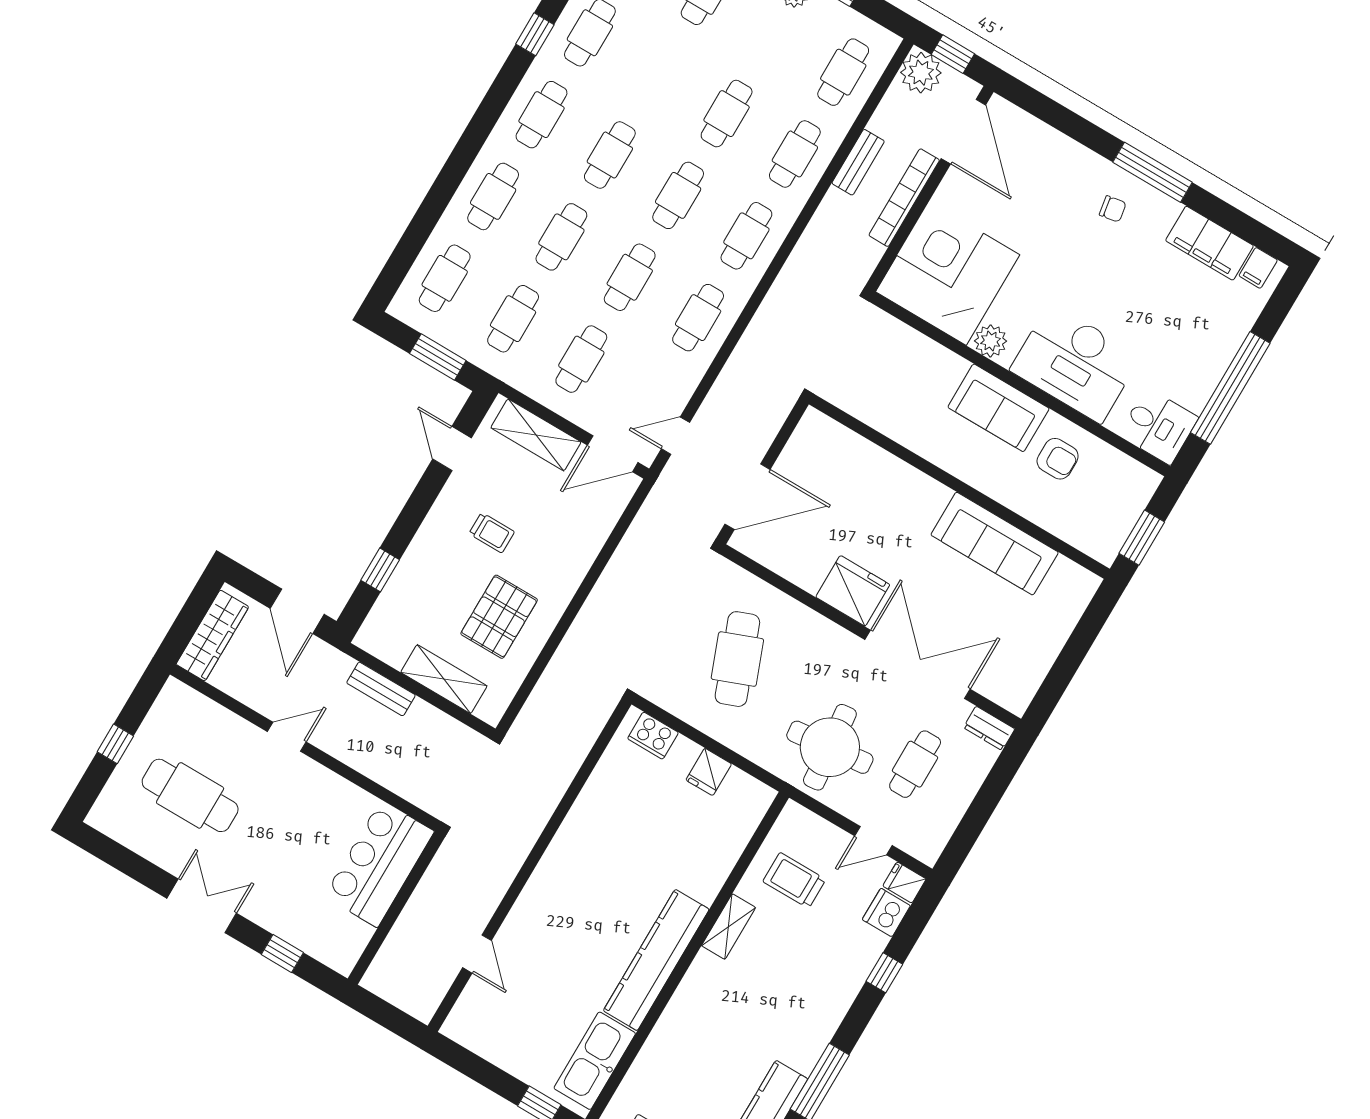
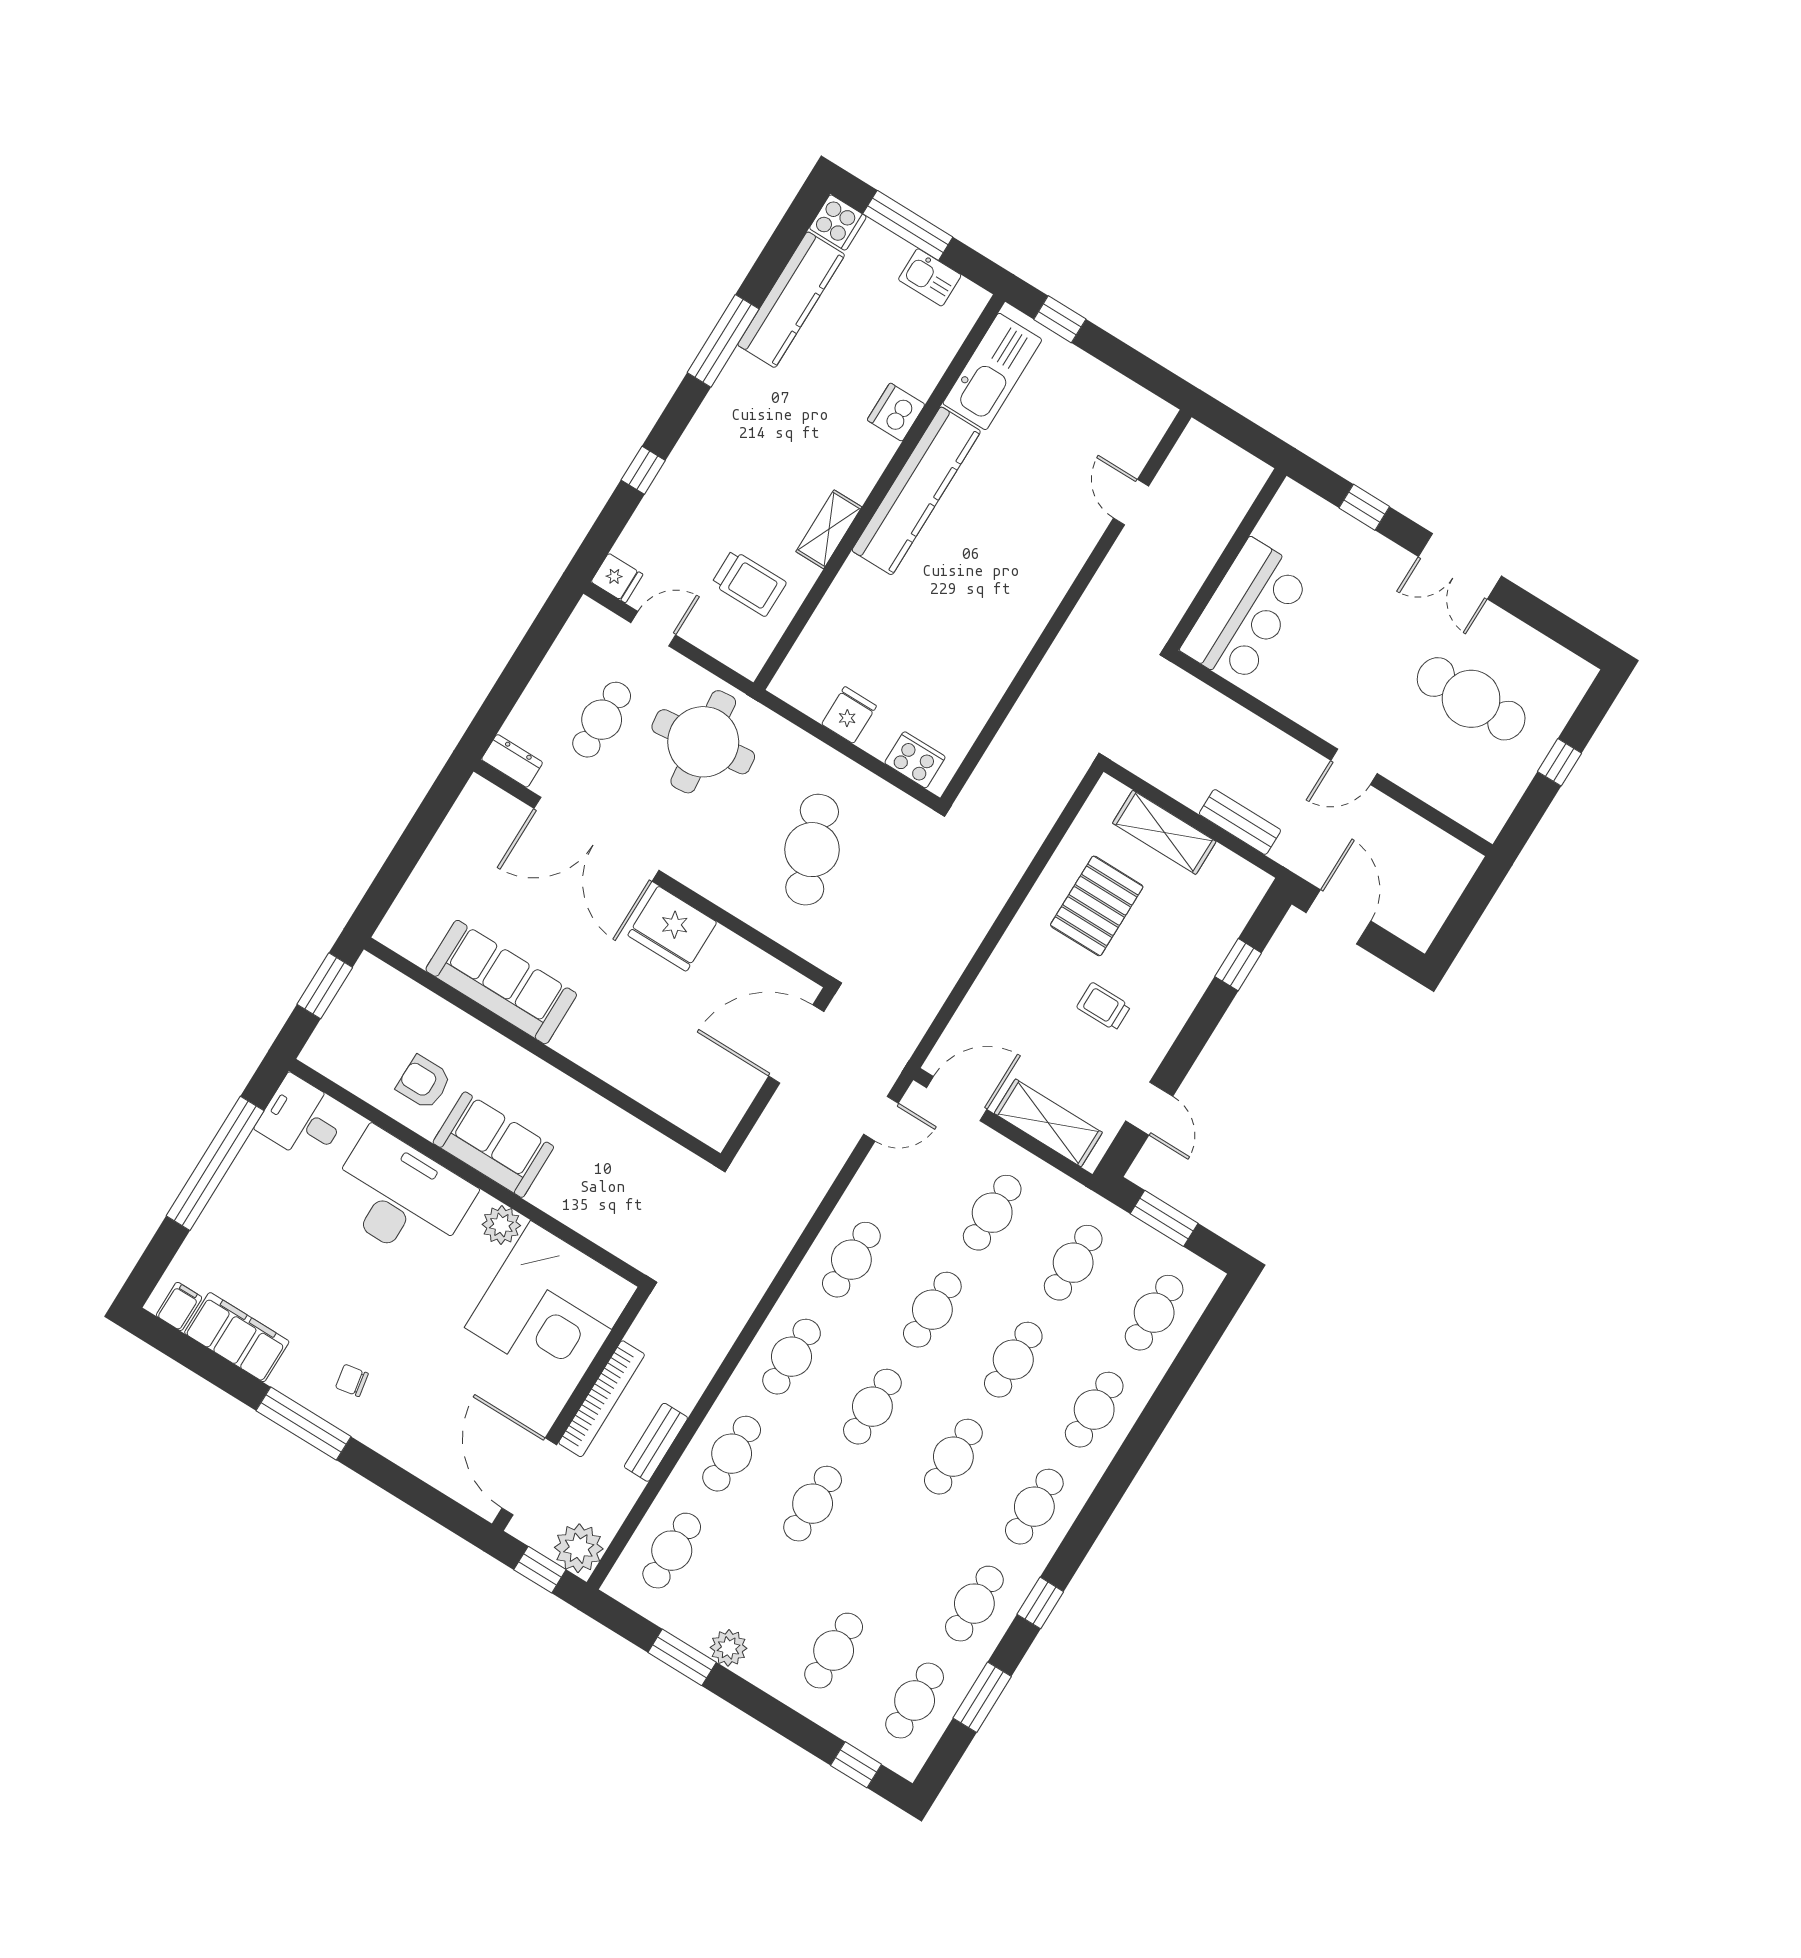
wardrobe: (212, 636) -> (1441, 890), removed
dishwasher: (886, 913) -> (896, 412), moved, turned 180

